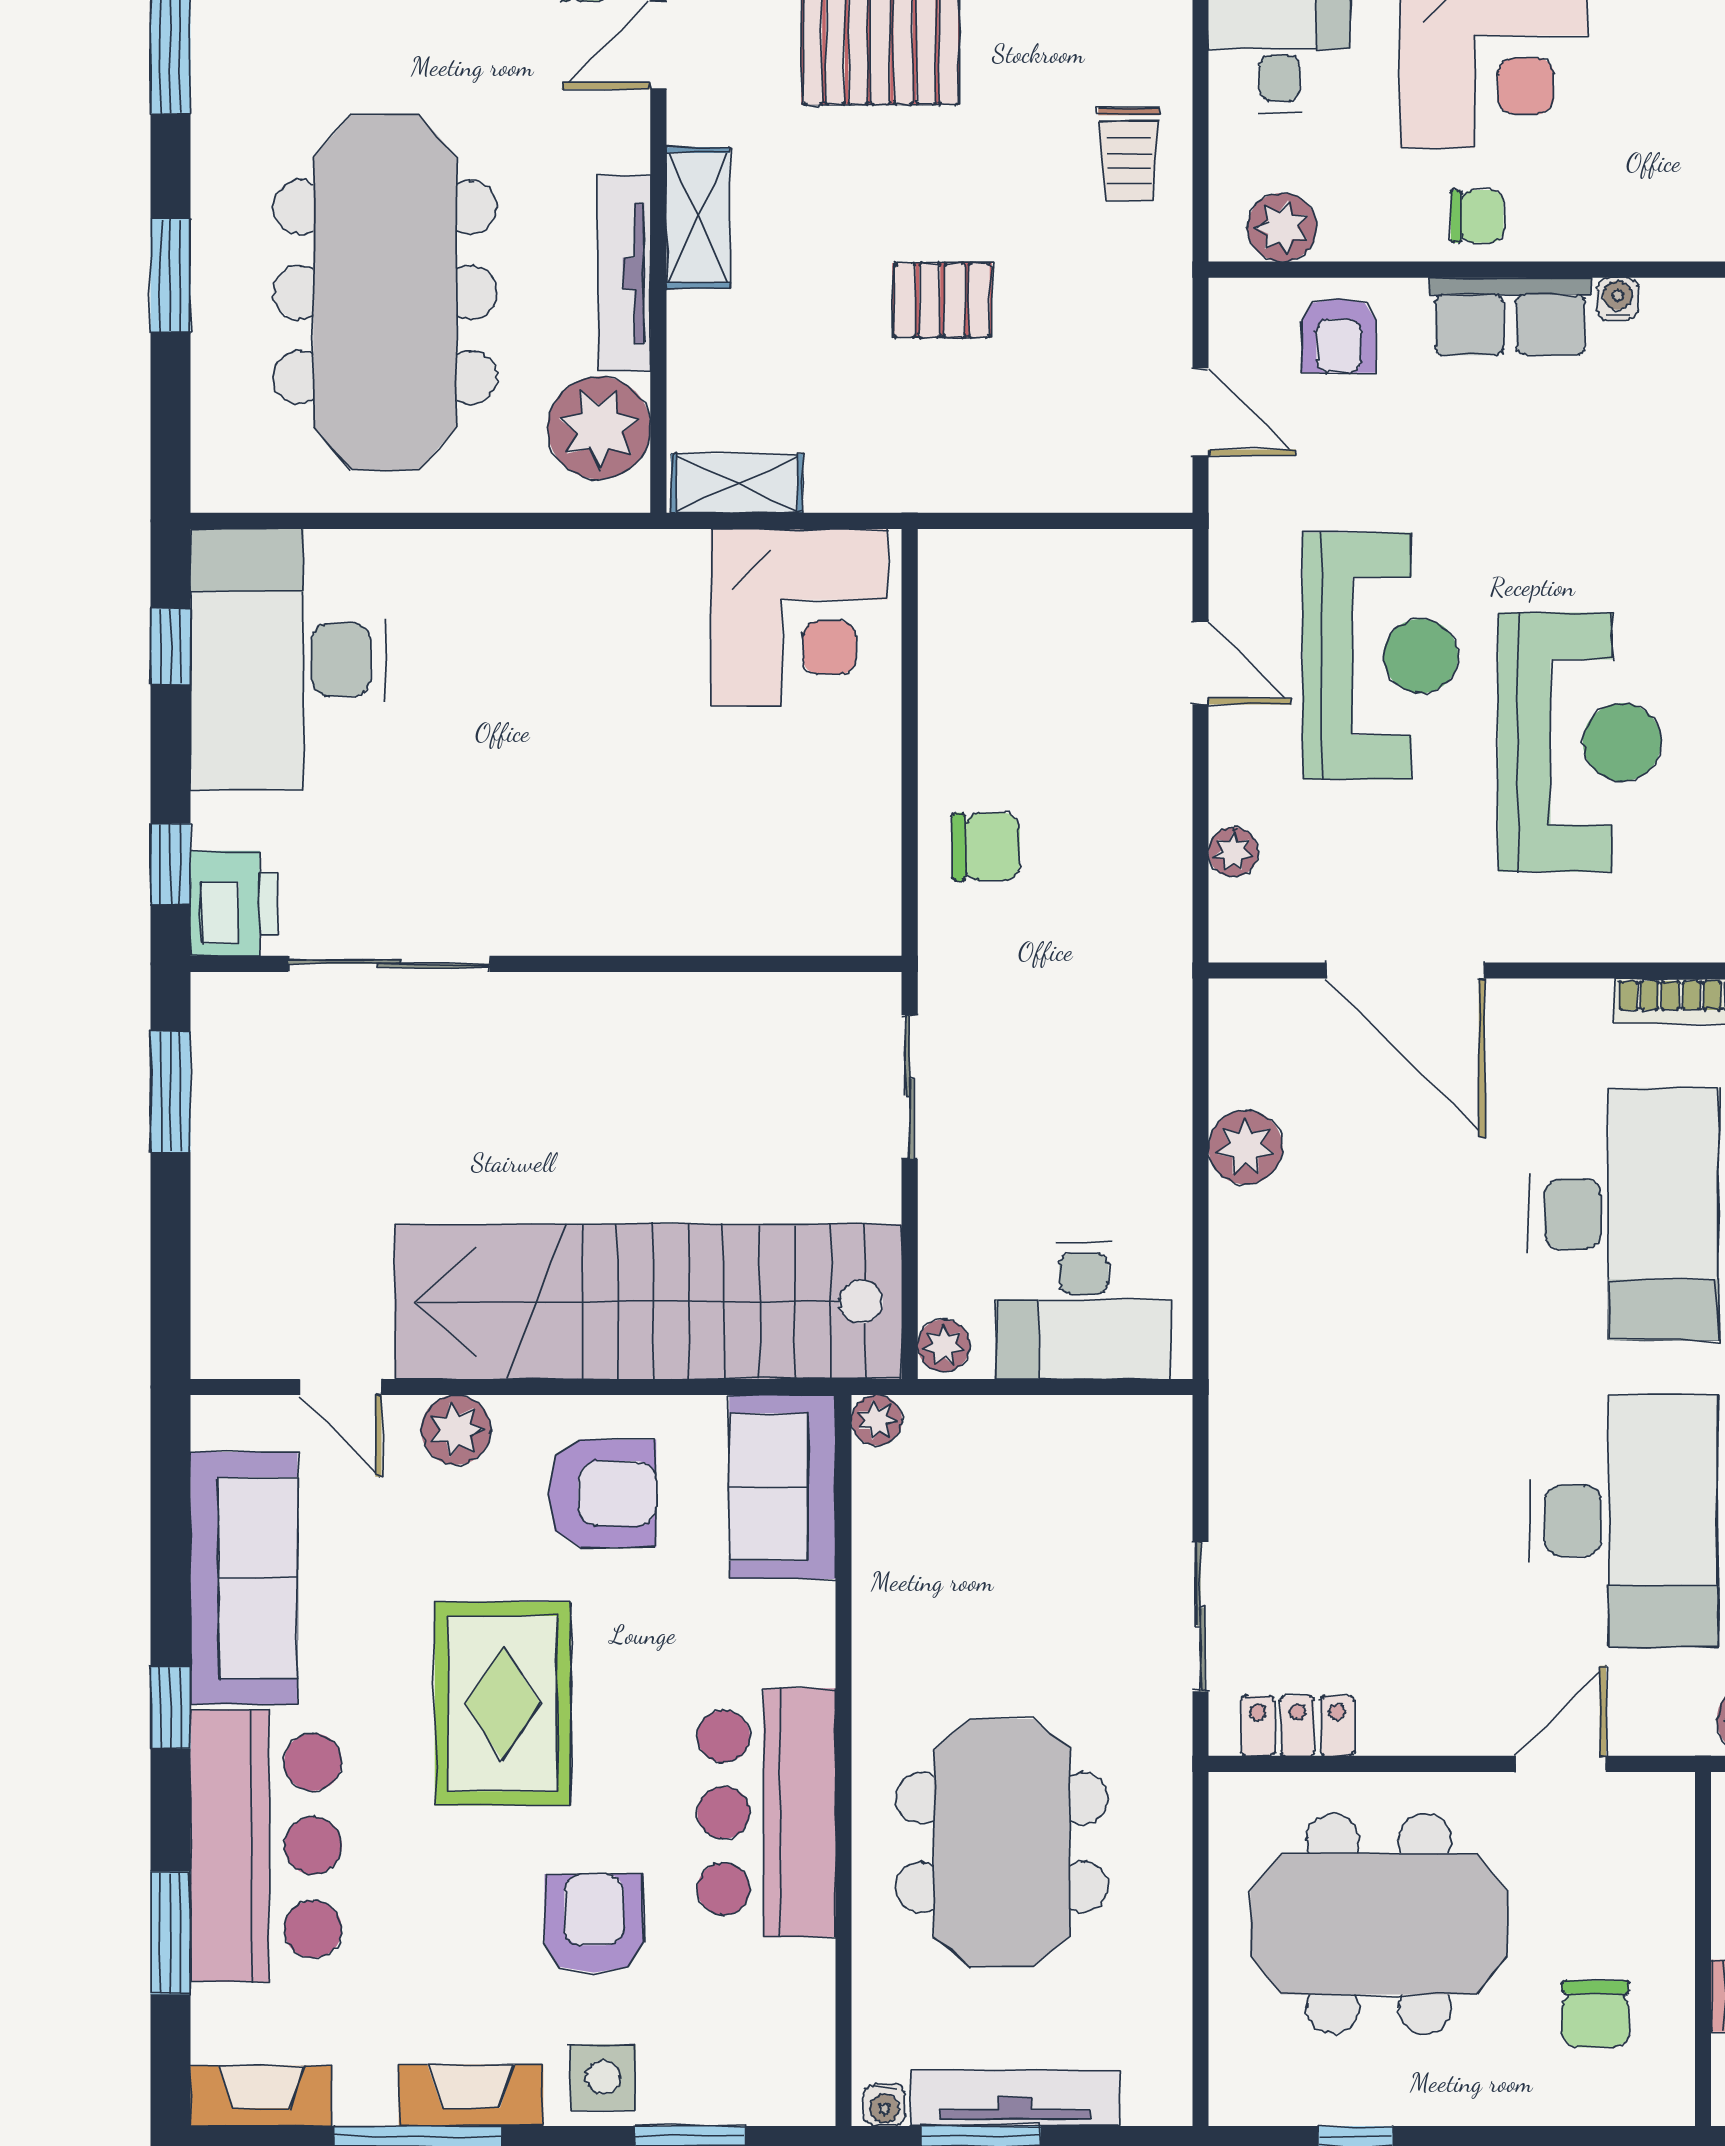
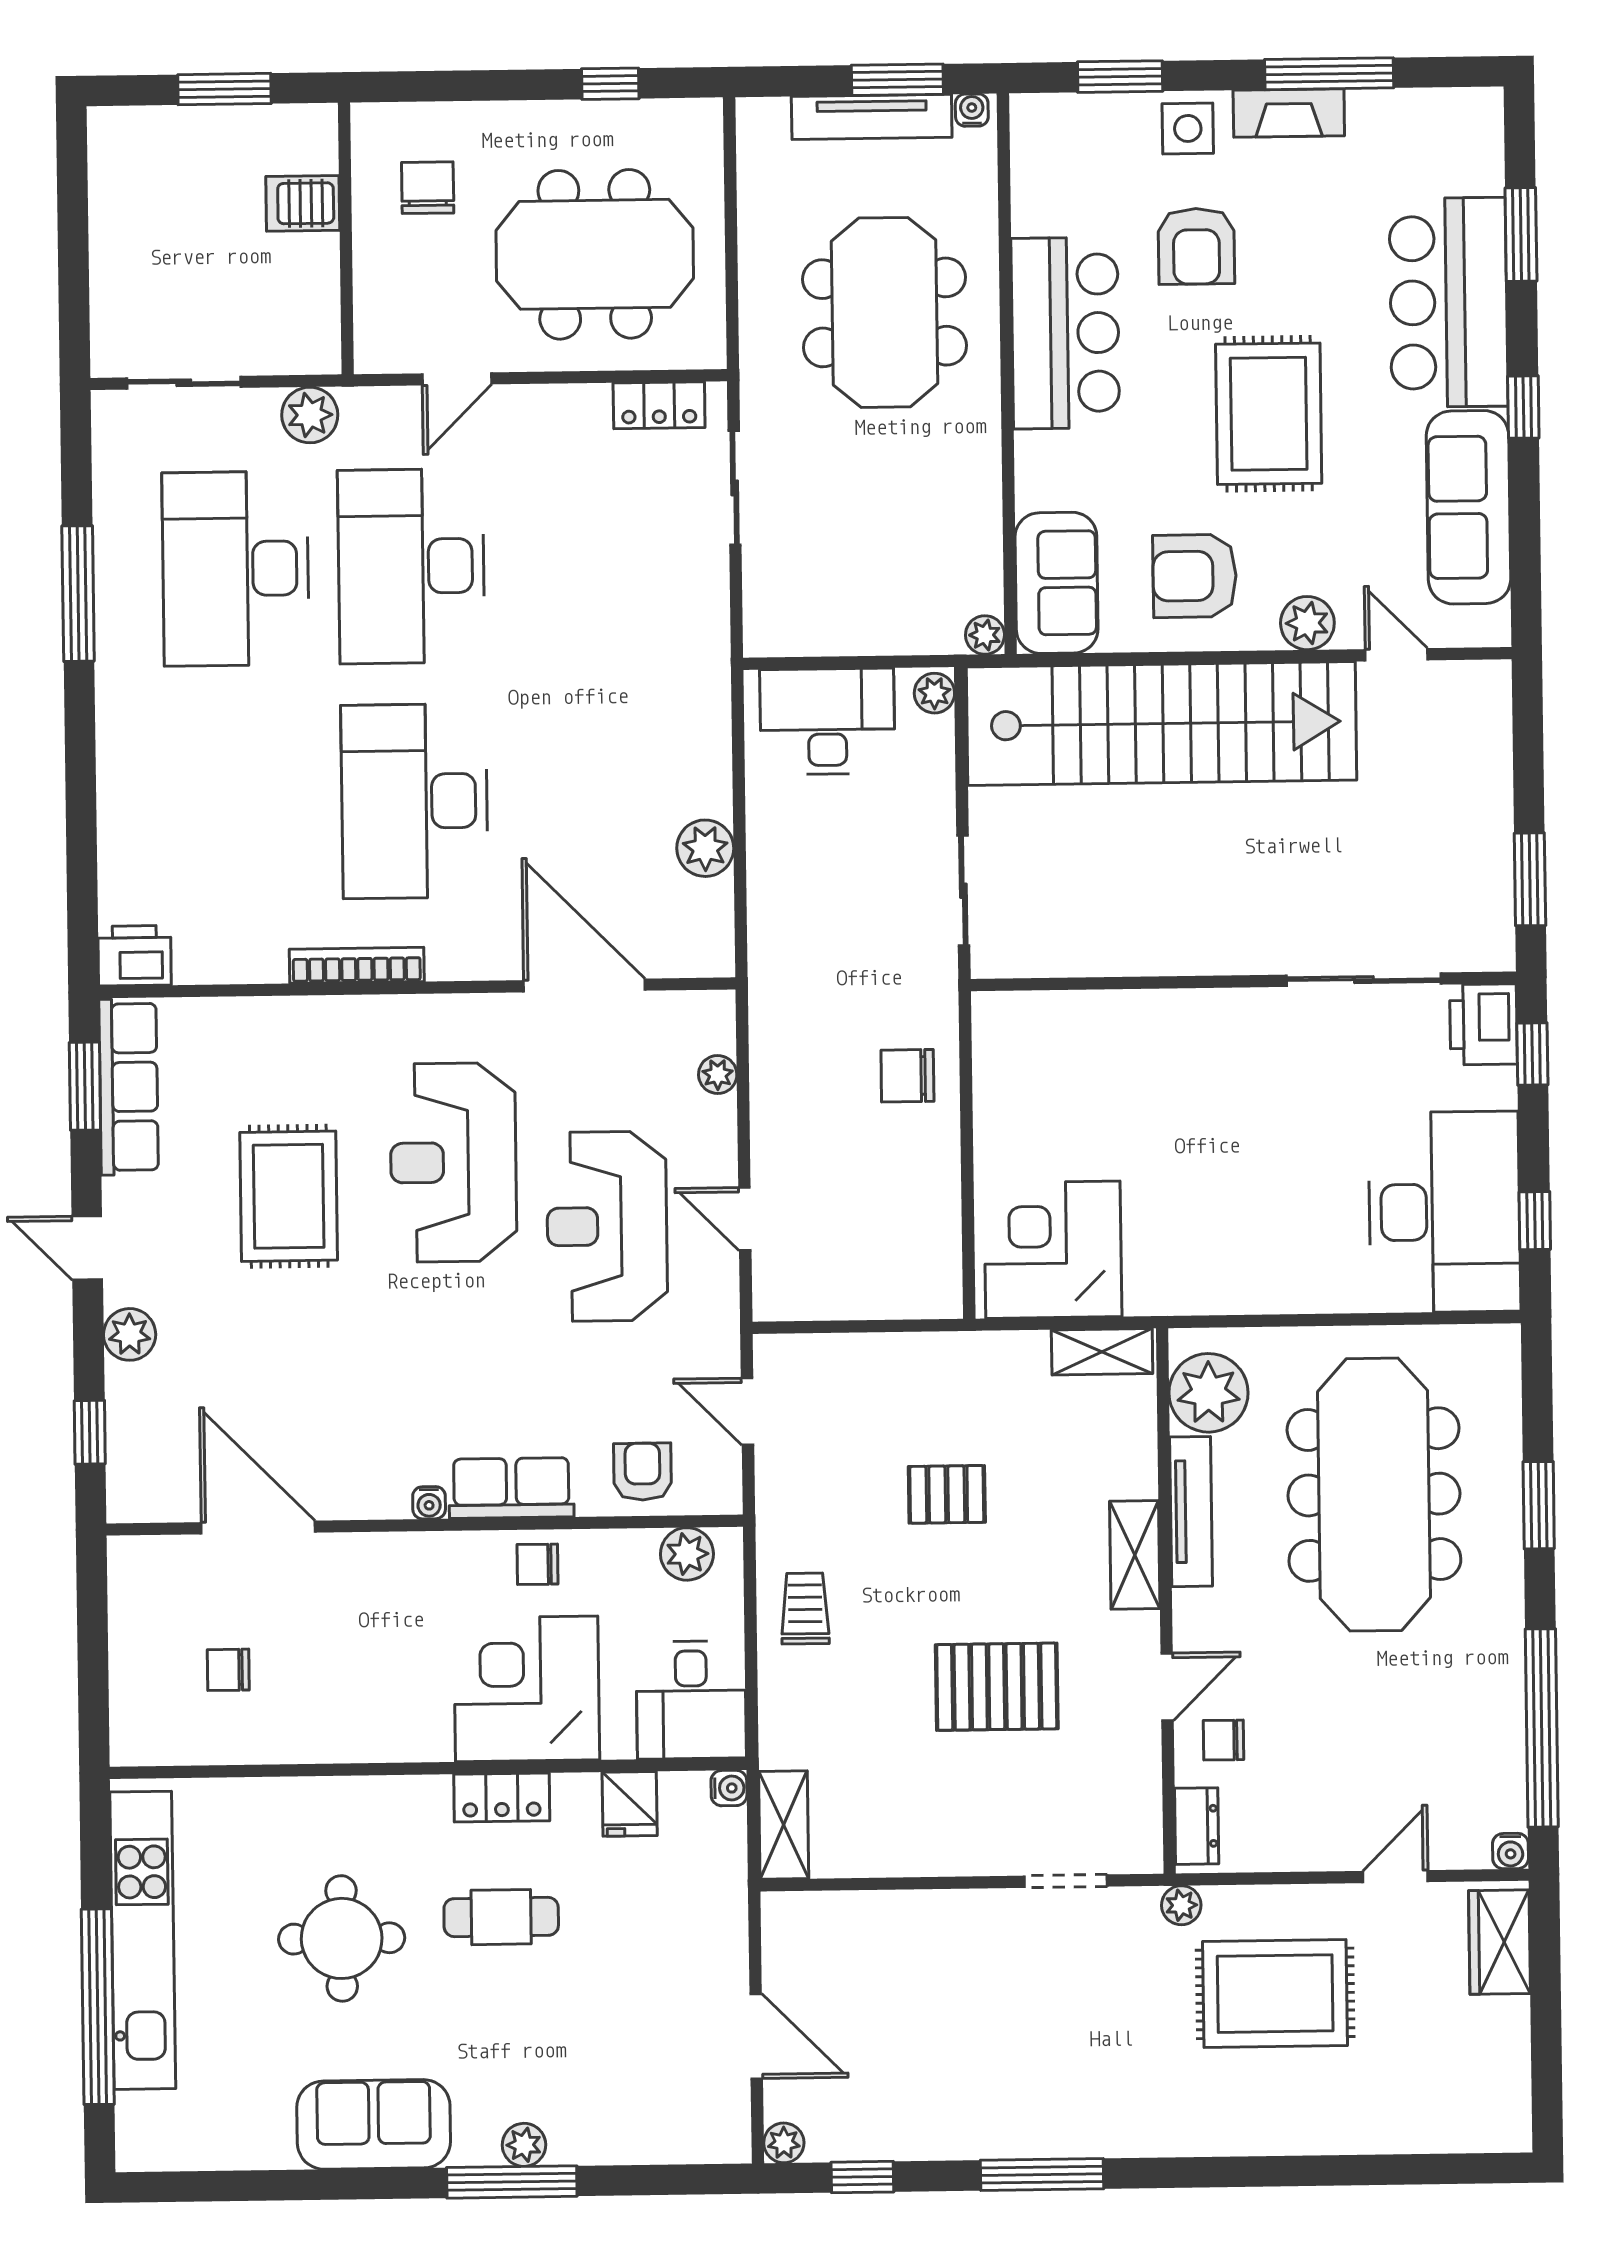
fireplace: (261, 2096) -> (1450, 110), removed

